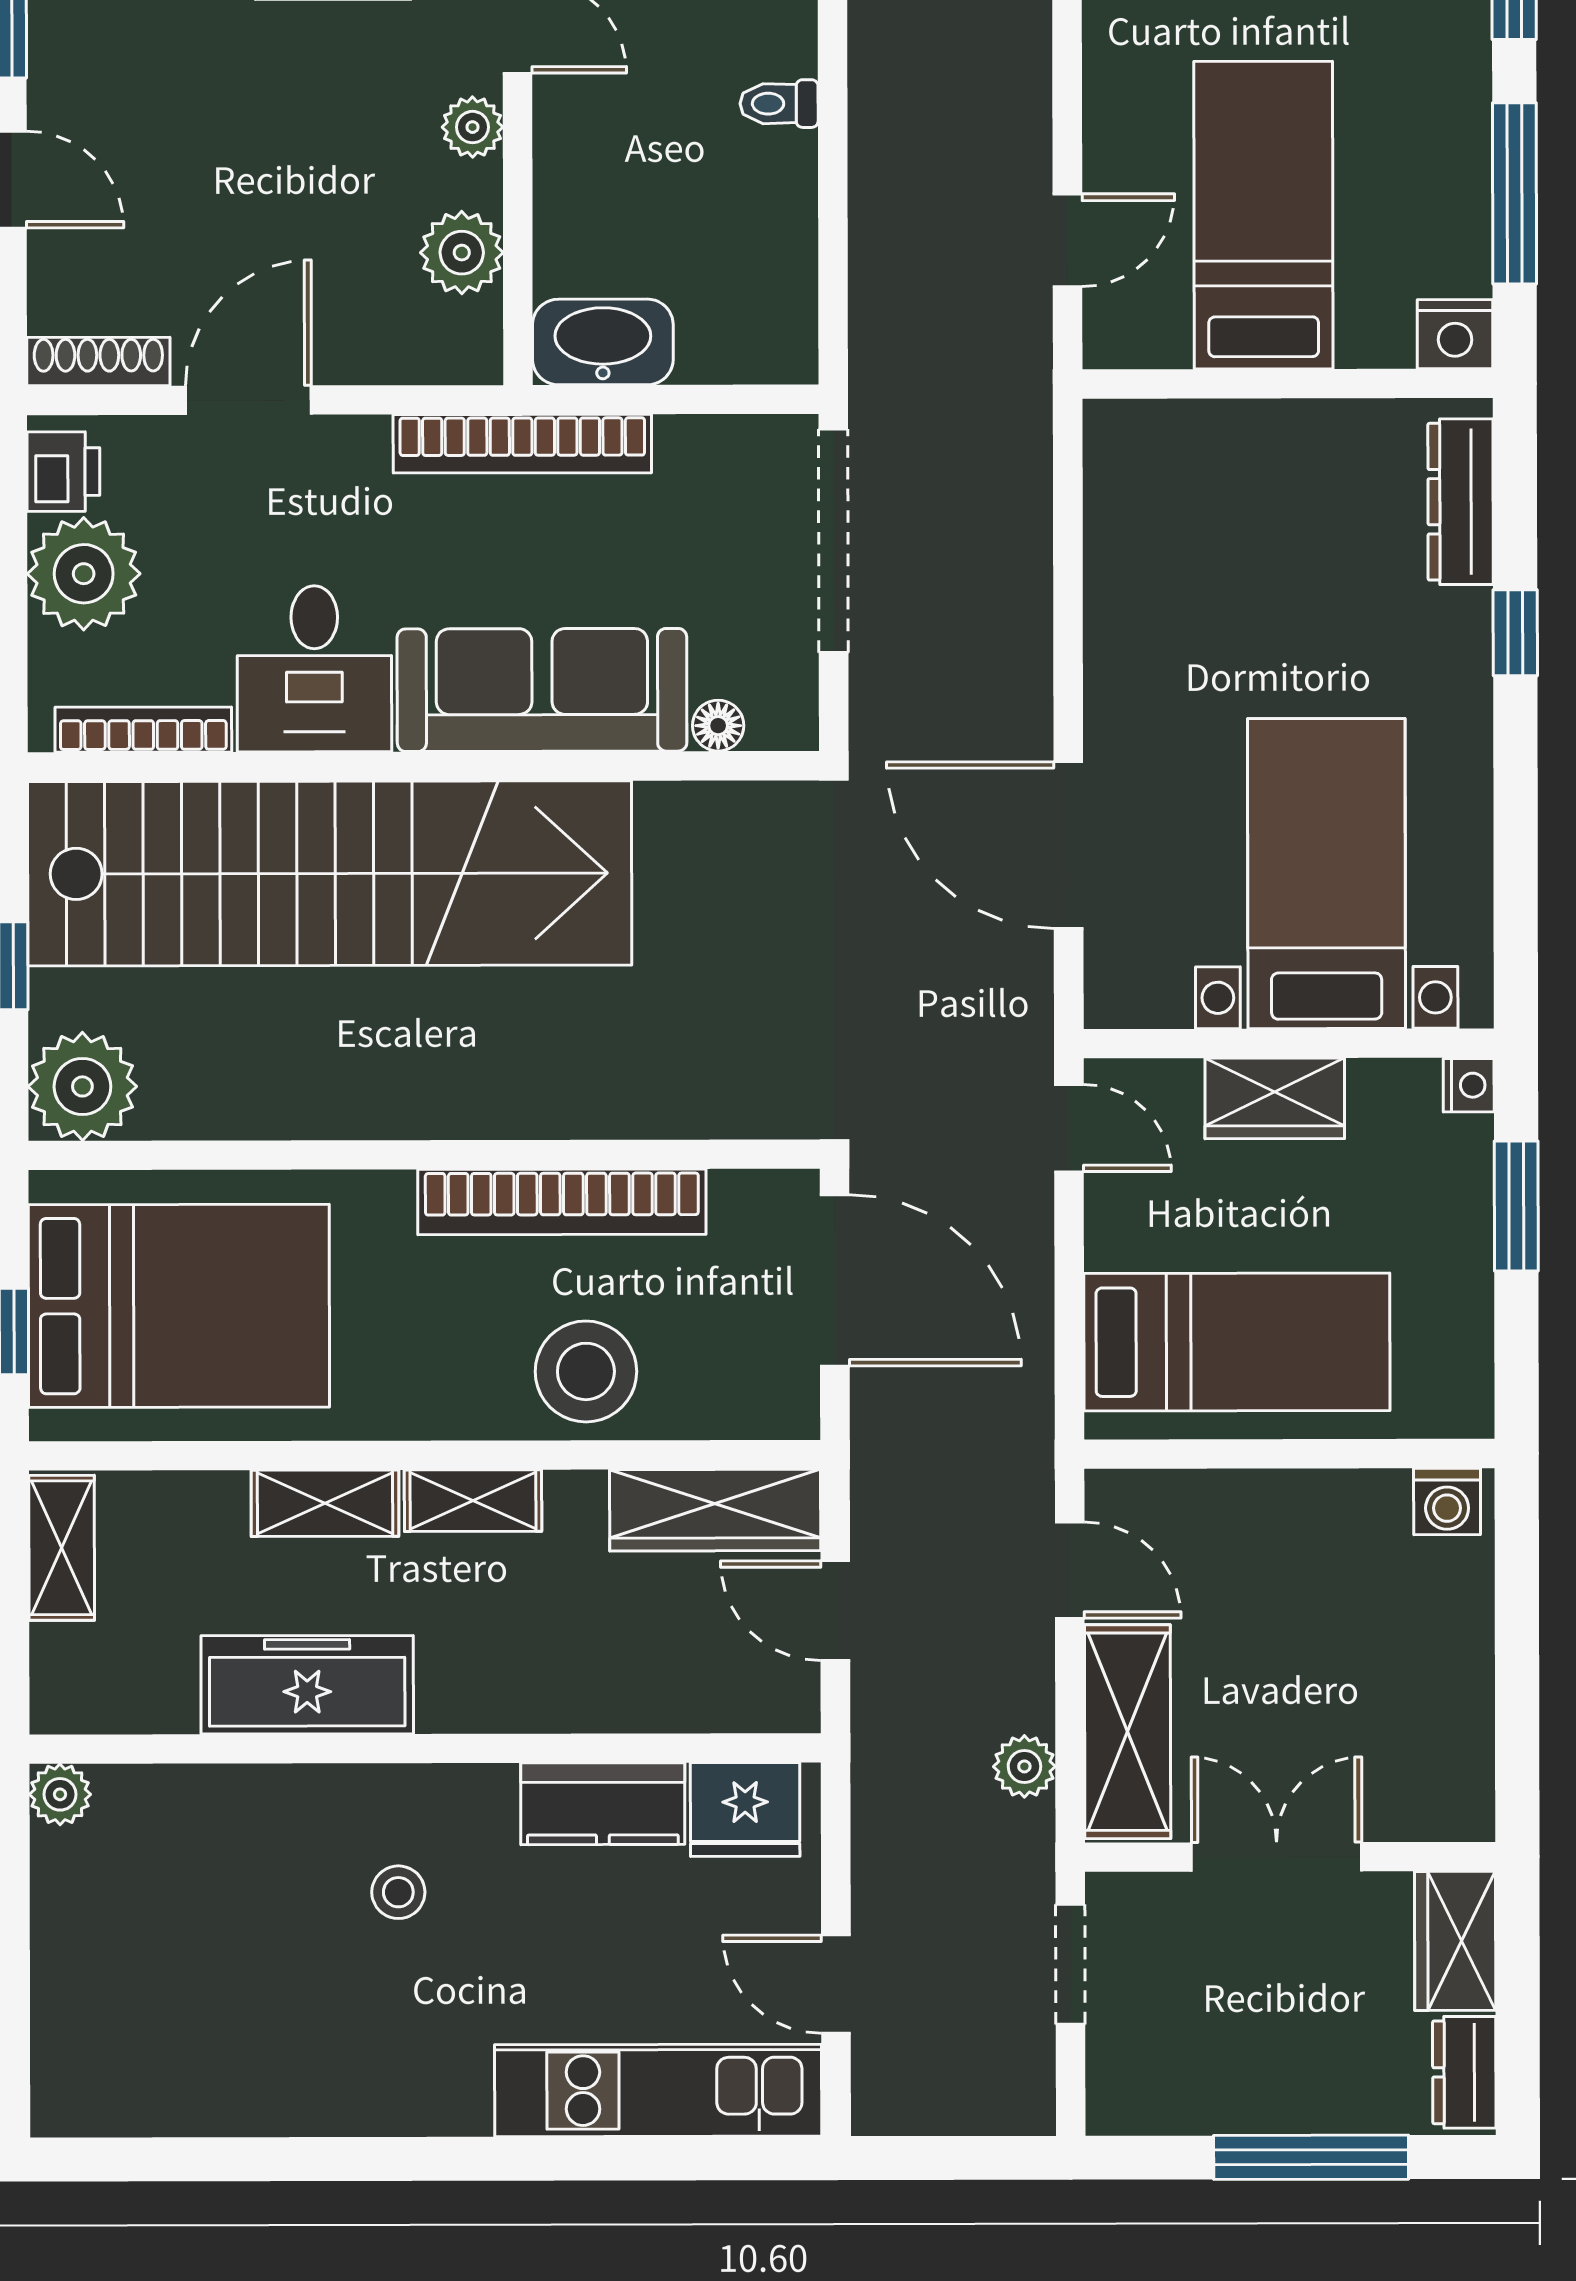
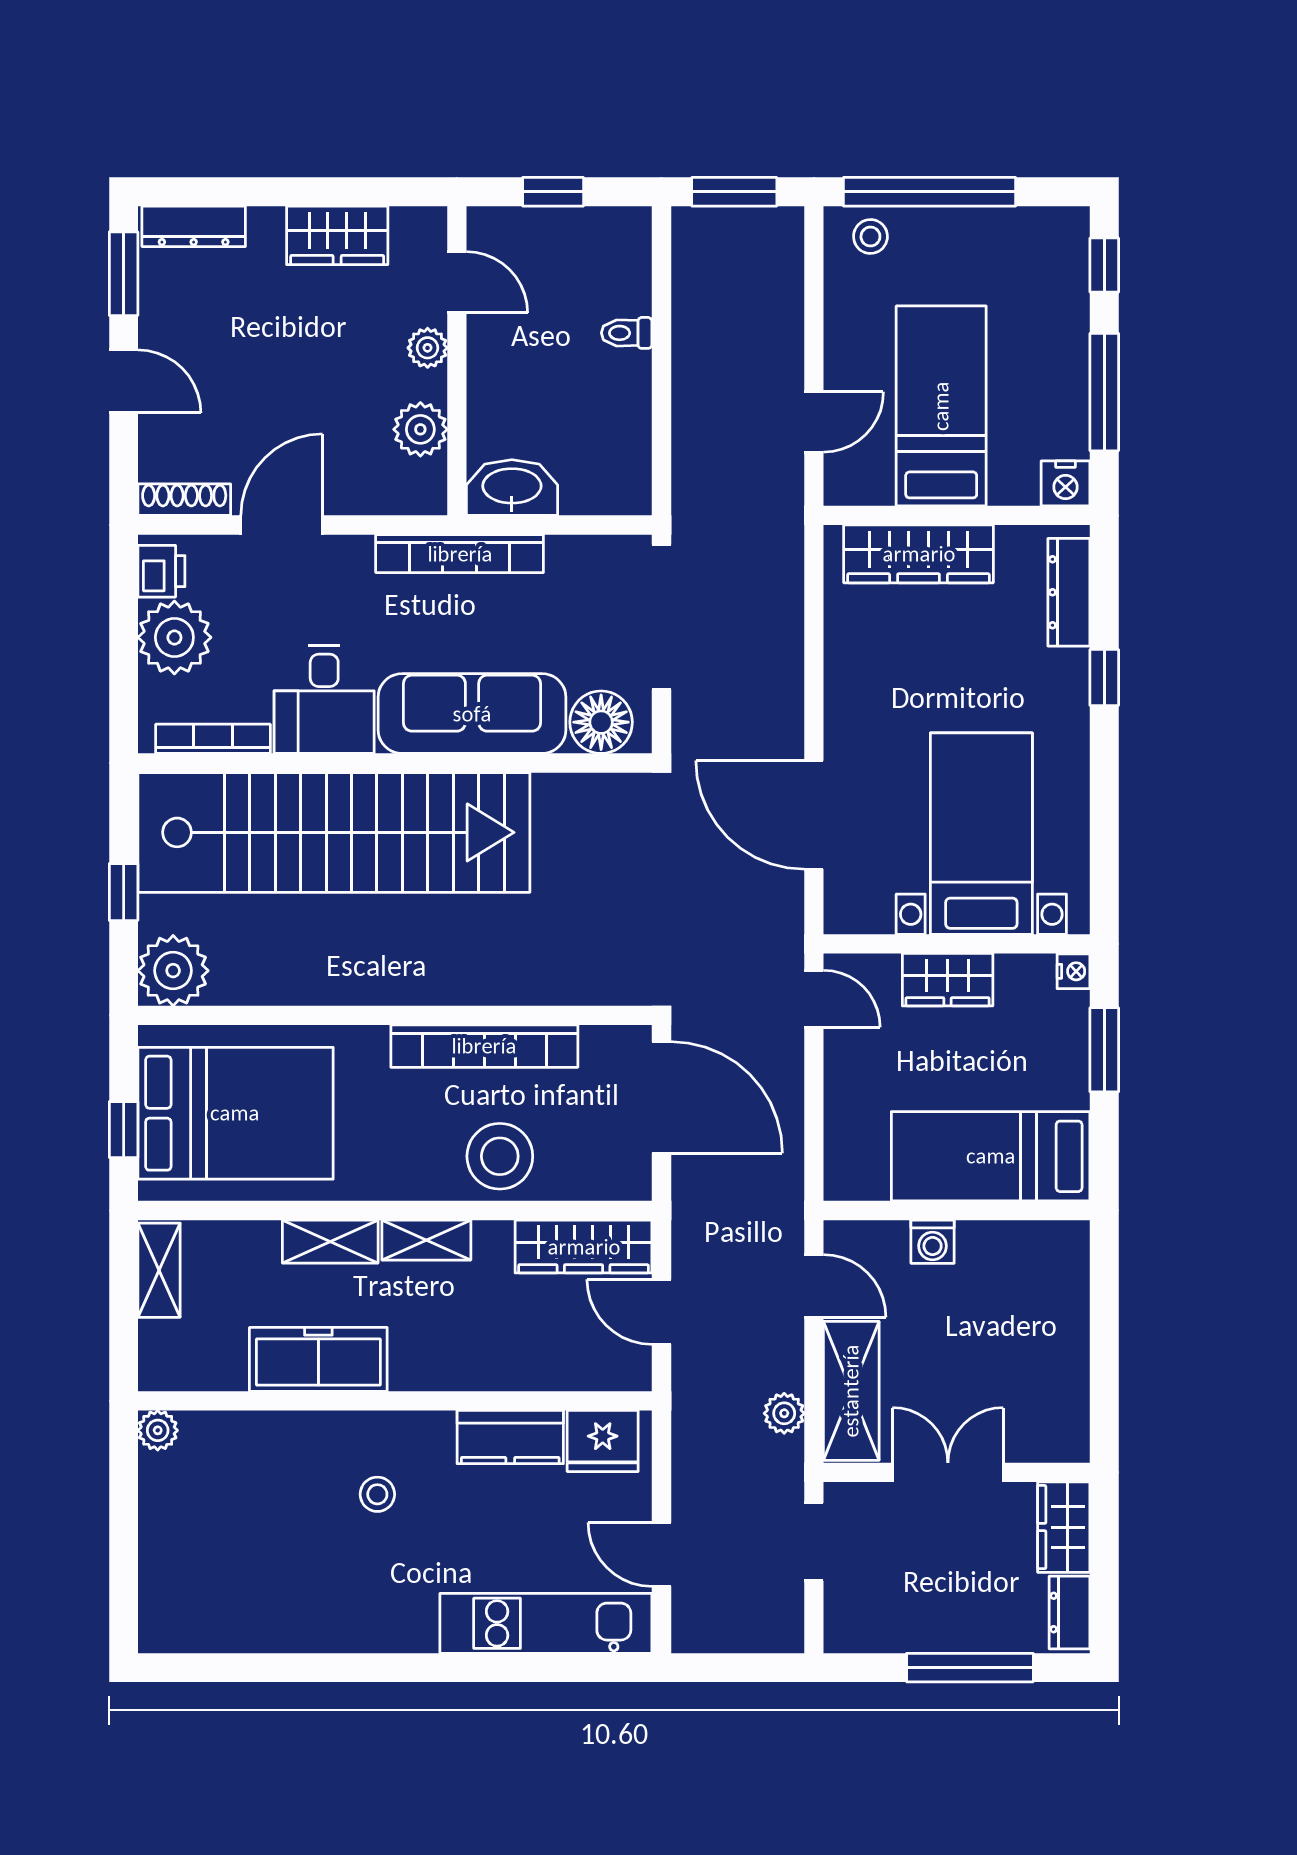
wardrobe: (1229, 443) -> (919, 554), added
floor lamp: (718, 726) -> (601, 722), width x1.89, depth x1.89
bed: (1237, 1342) -> (991, 1156), moved, turned 180
washing machine: (1447, 1501) -> (933, 1242), moved

